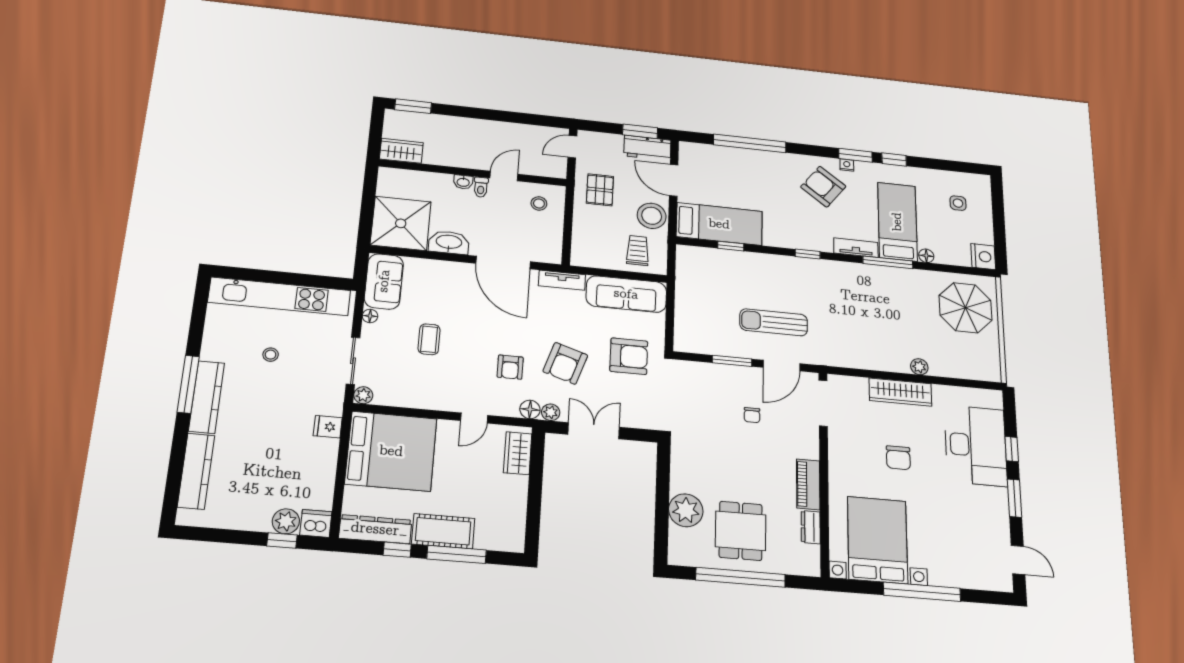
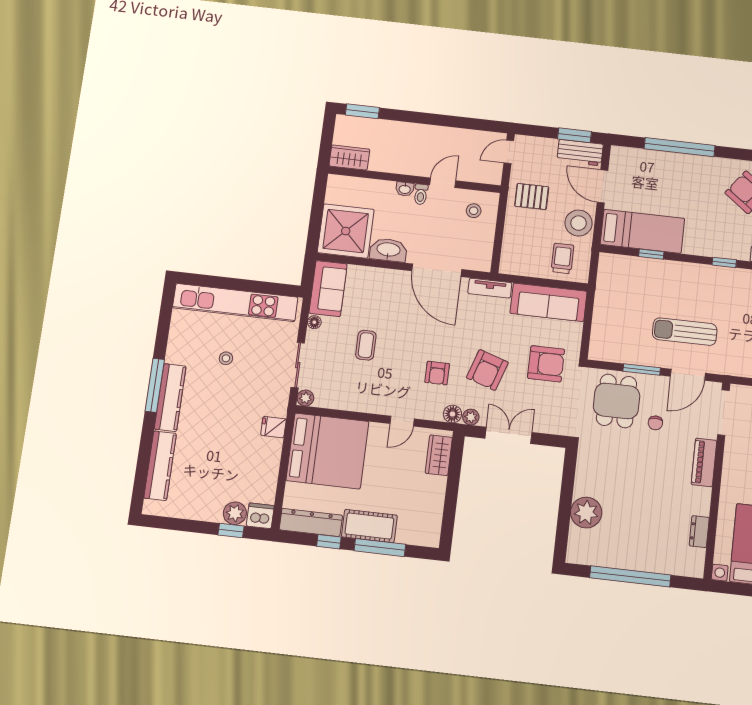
pallet: (600, 190) -> (532, 196), turned 90
piano: (808, 484) -> (704, 462), moved
dining table: (741, 531) -> (617, 401), moved

